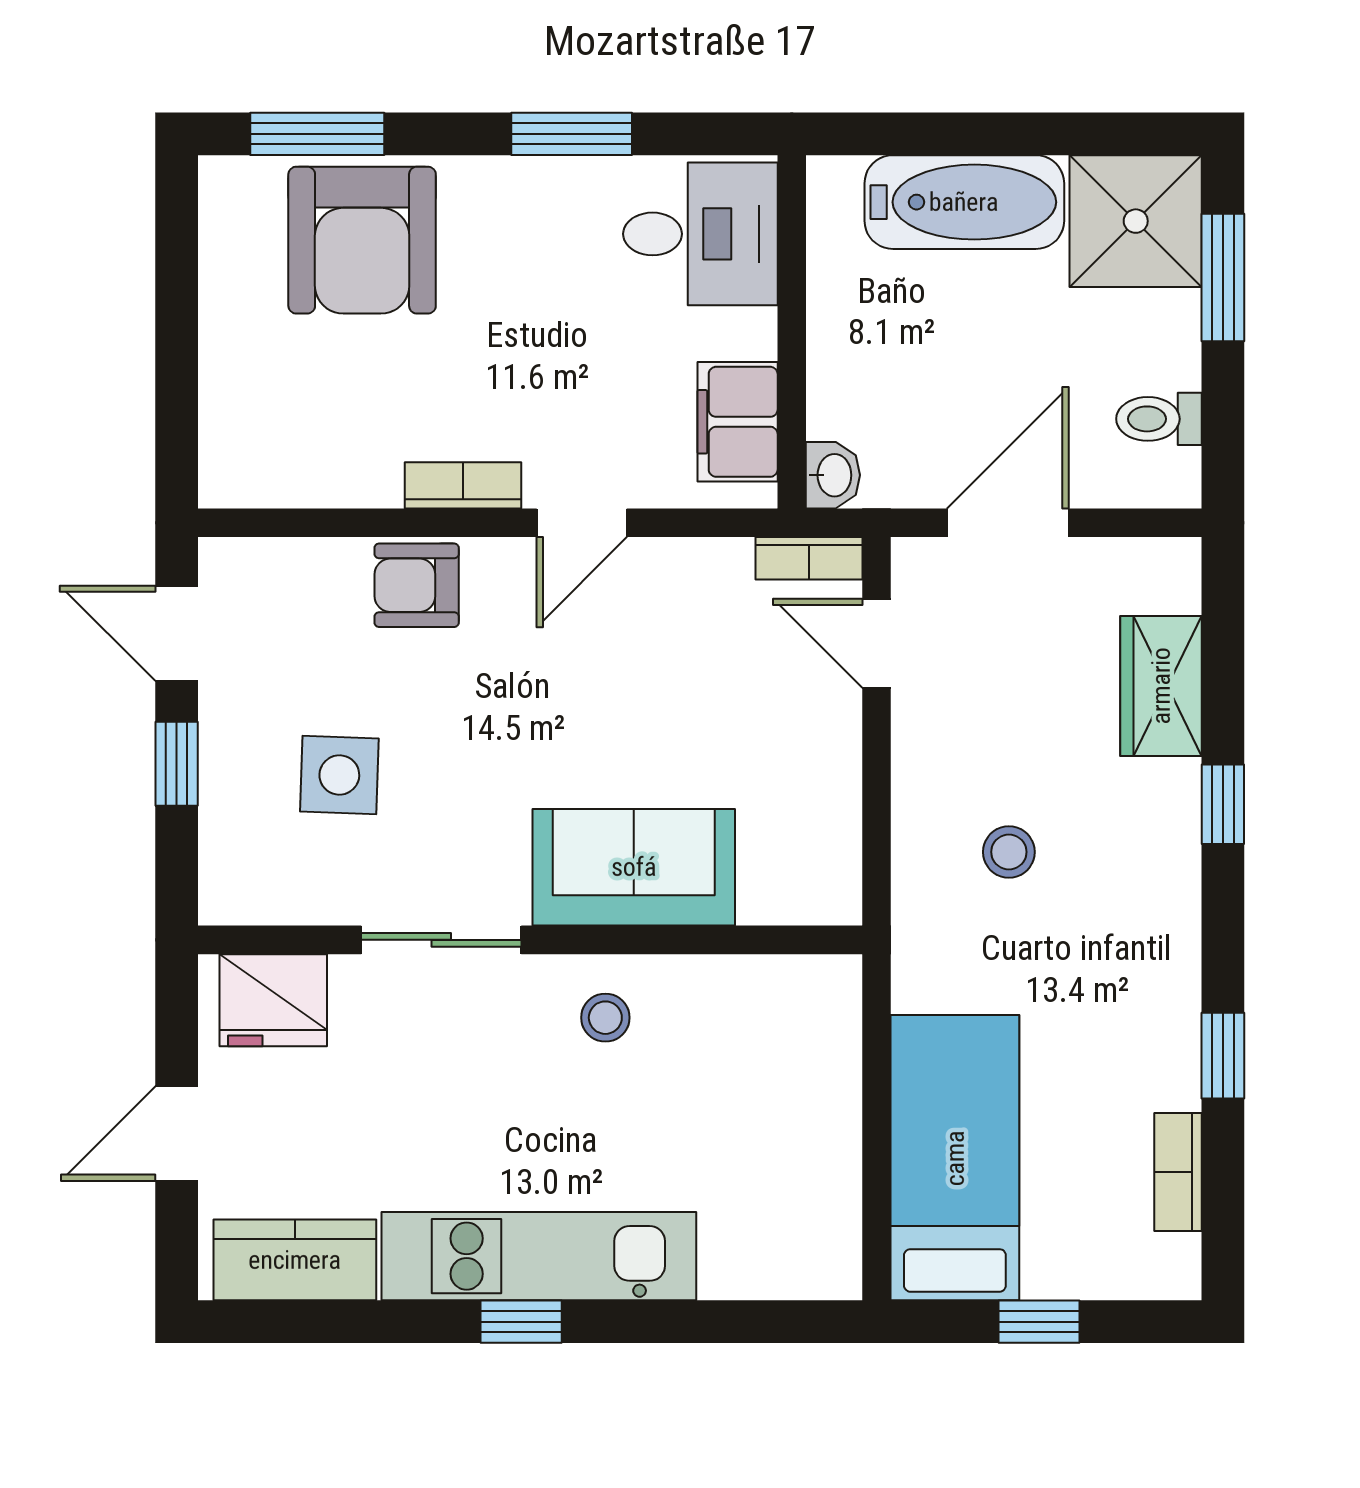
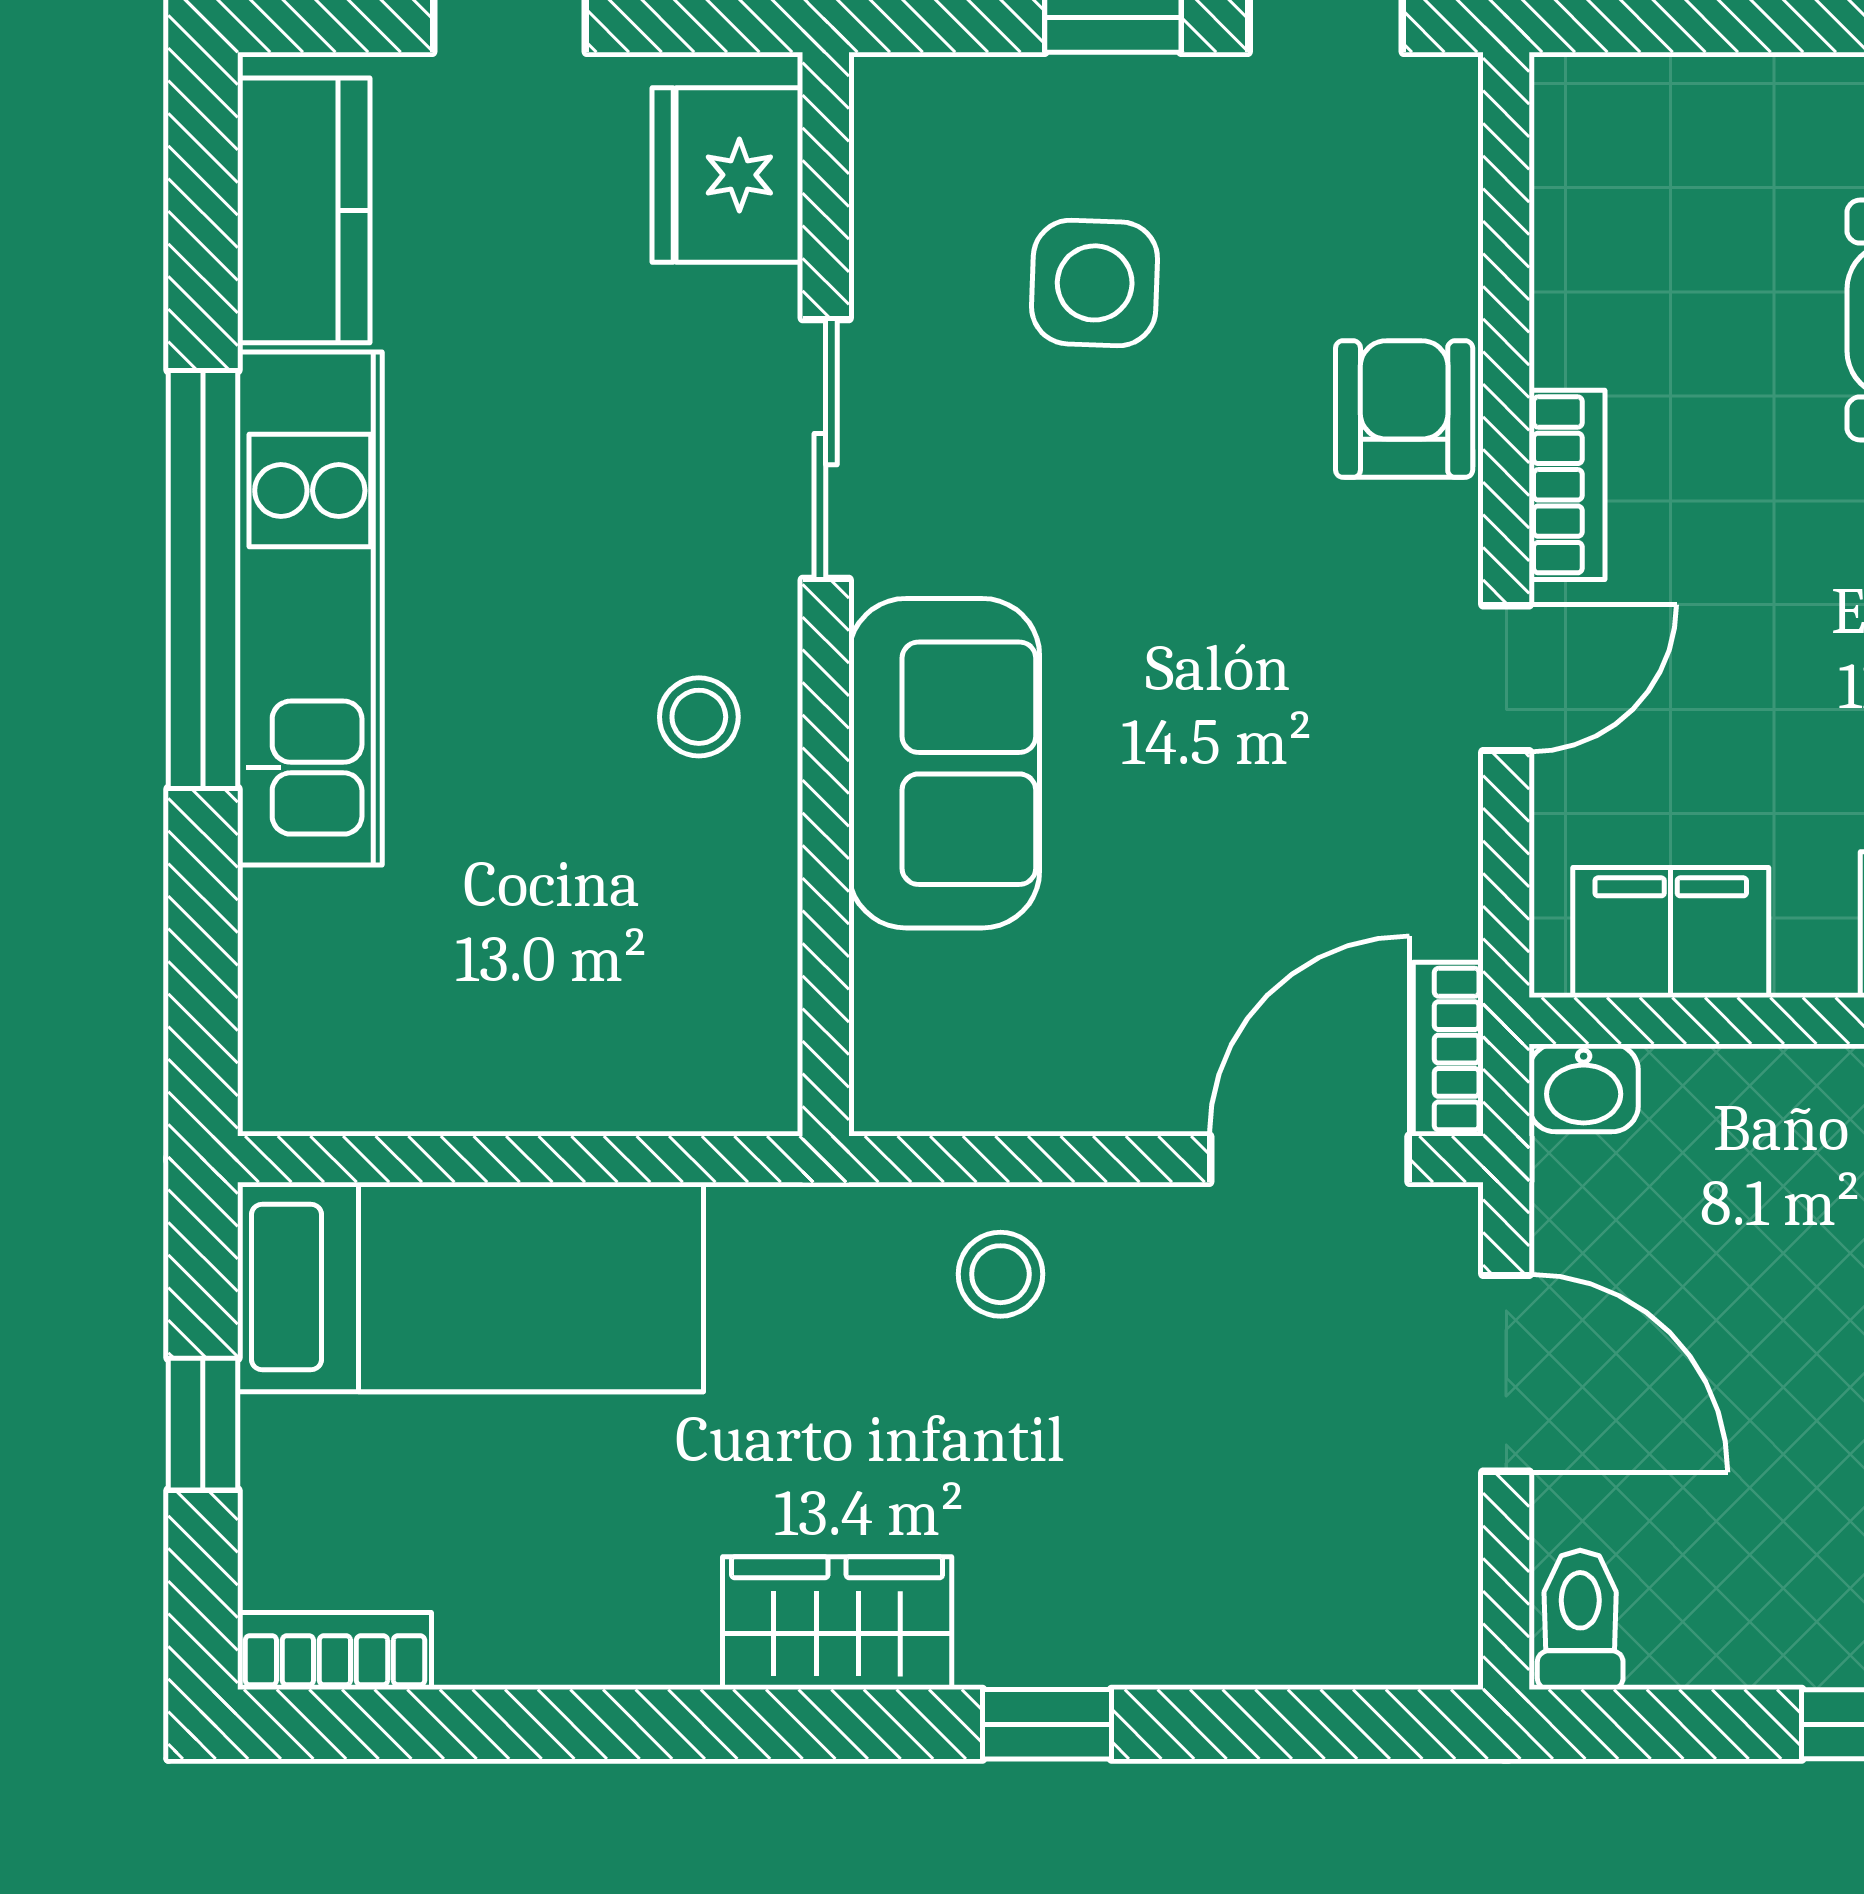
toilet: (1159, 419) -> (1580, 1620), moved
door: (582, 523) -> (1506, 678), swing flipped
door: (877, 643) -> (1309, 1159), width x1.37
wardrobe: (1161, 686) -> (837, 1623), moved
stool: (1009, 852) -> (1000, 1274), moved
window: (1223, 1056) -> (637, 1724), removed
bookcase: (1178, 1172) -> (335, 1651), moved
window: (521, 1322) -> (203, 580), width x3.17

